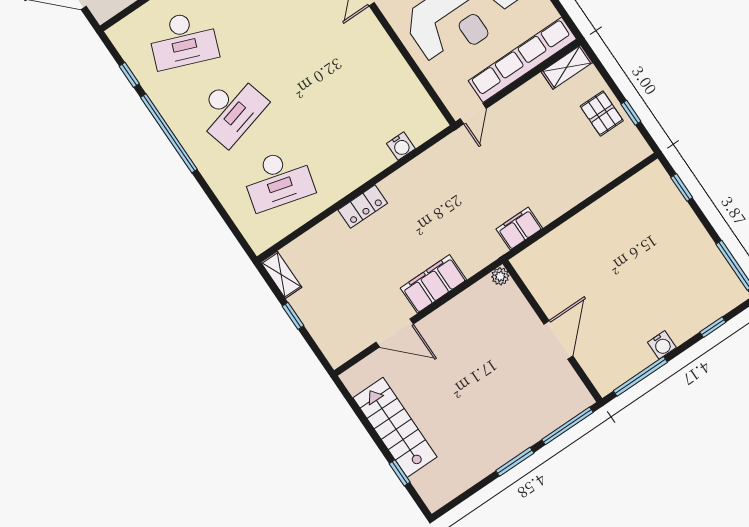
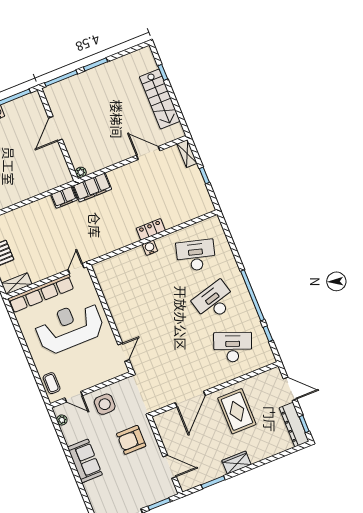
water cooler: (401, 146) -> (150, 248), moved
shelving: (281, 275) -> (187, 153), moved
filing cabinet: (433, 284) -> (92, 187), moved

